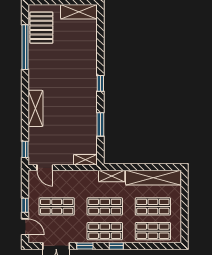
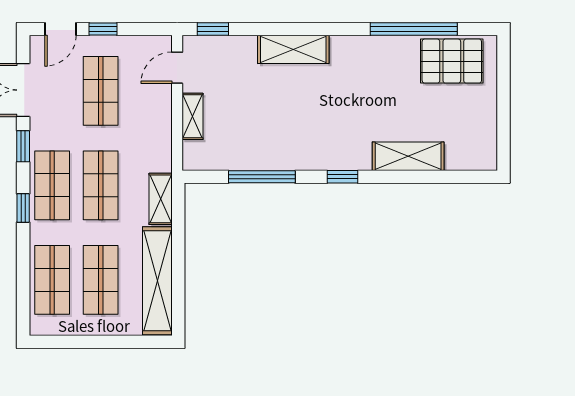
shelving: (79, 12) -> (408, 156), moved, turned 90
window: (100, 124) -> (262, 177), width x1.44
shelving: (85, 160) -> (193, 116), moved

